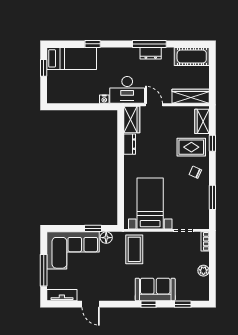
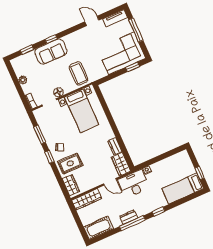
window: (93, 44) -> (159, 212), moved
window: (212, 143) -> (50, 157), moved
window: (93, 228) -> (133, 67), moved
floor lamp: (106, 238) -> (58, 92), moved

